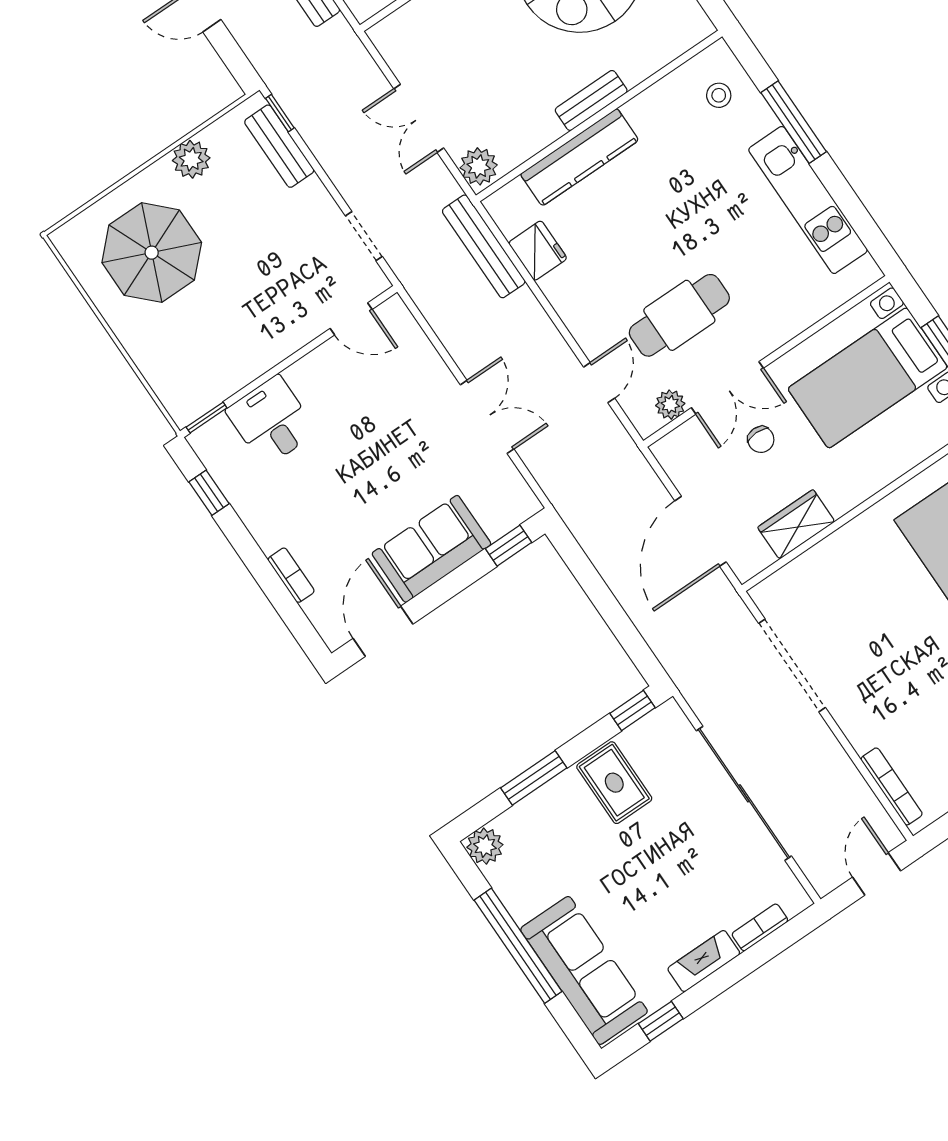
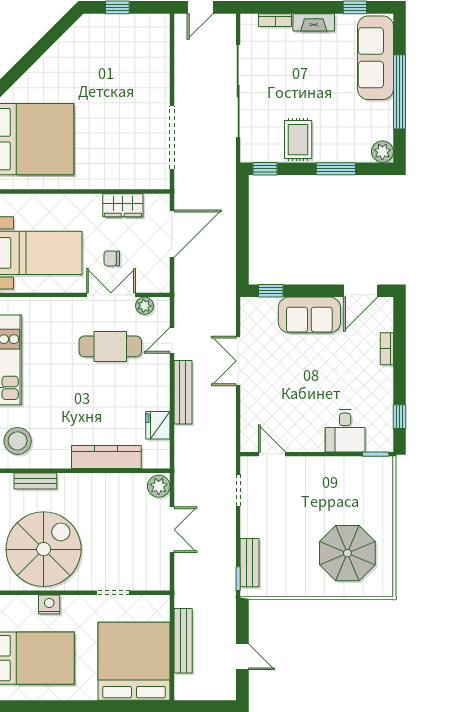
stool: (719, 95) -> (18, 441), width x1.89, depth x1.89
bench: (591, 101) -> (35, 481), moved
plant: (191, 159) -> (297, 586), removed
bench: (484, 246) -> (183, 392), moved
chair: (761, 439) -> (112, 258), turned -90
bookcase: (892, 786) -> (164, 45), removed

